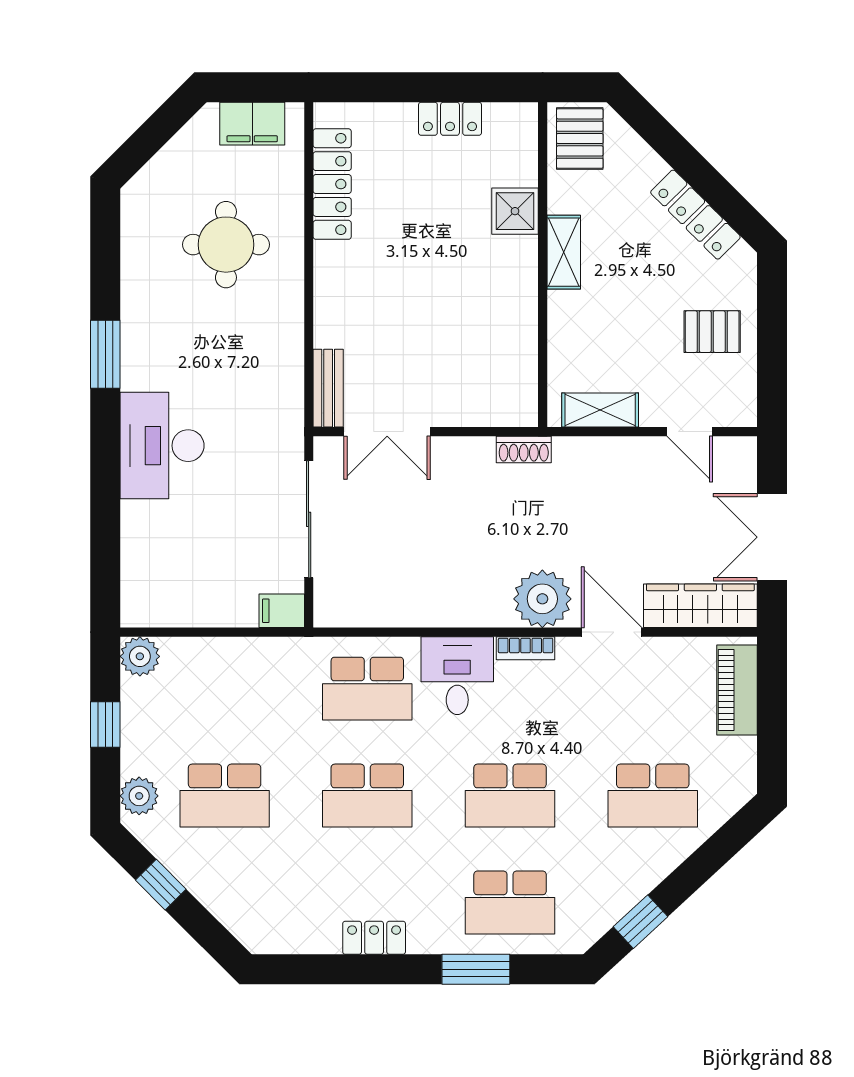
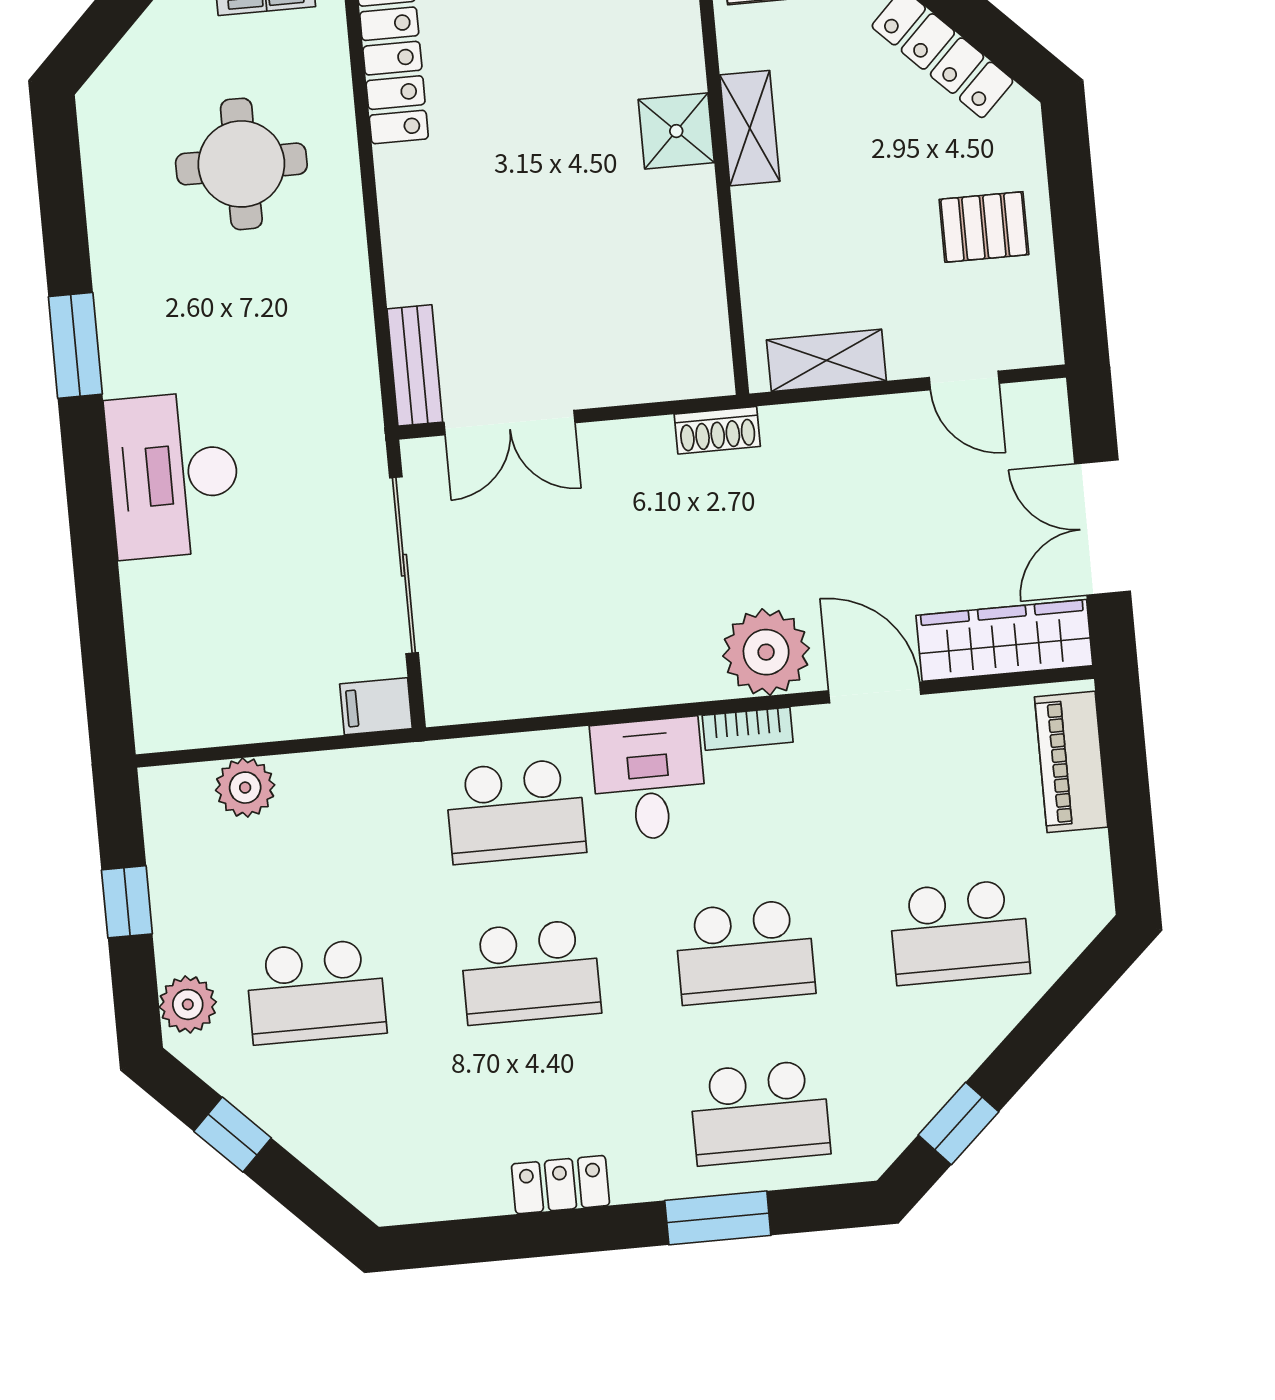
shower: (515, 211) -> (676, 131), moved
plant: (140, 656) -> (245, 788), moved

